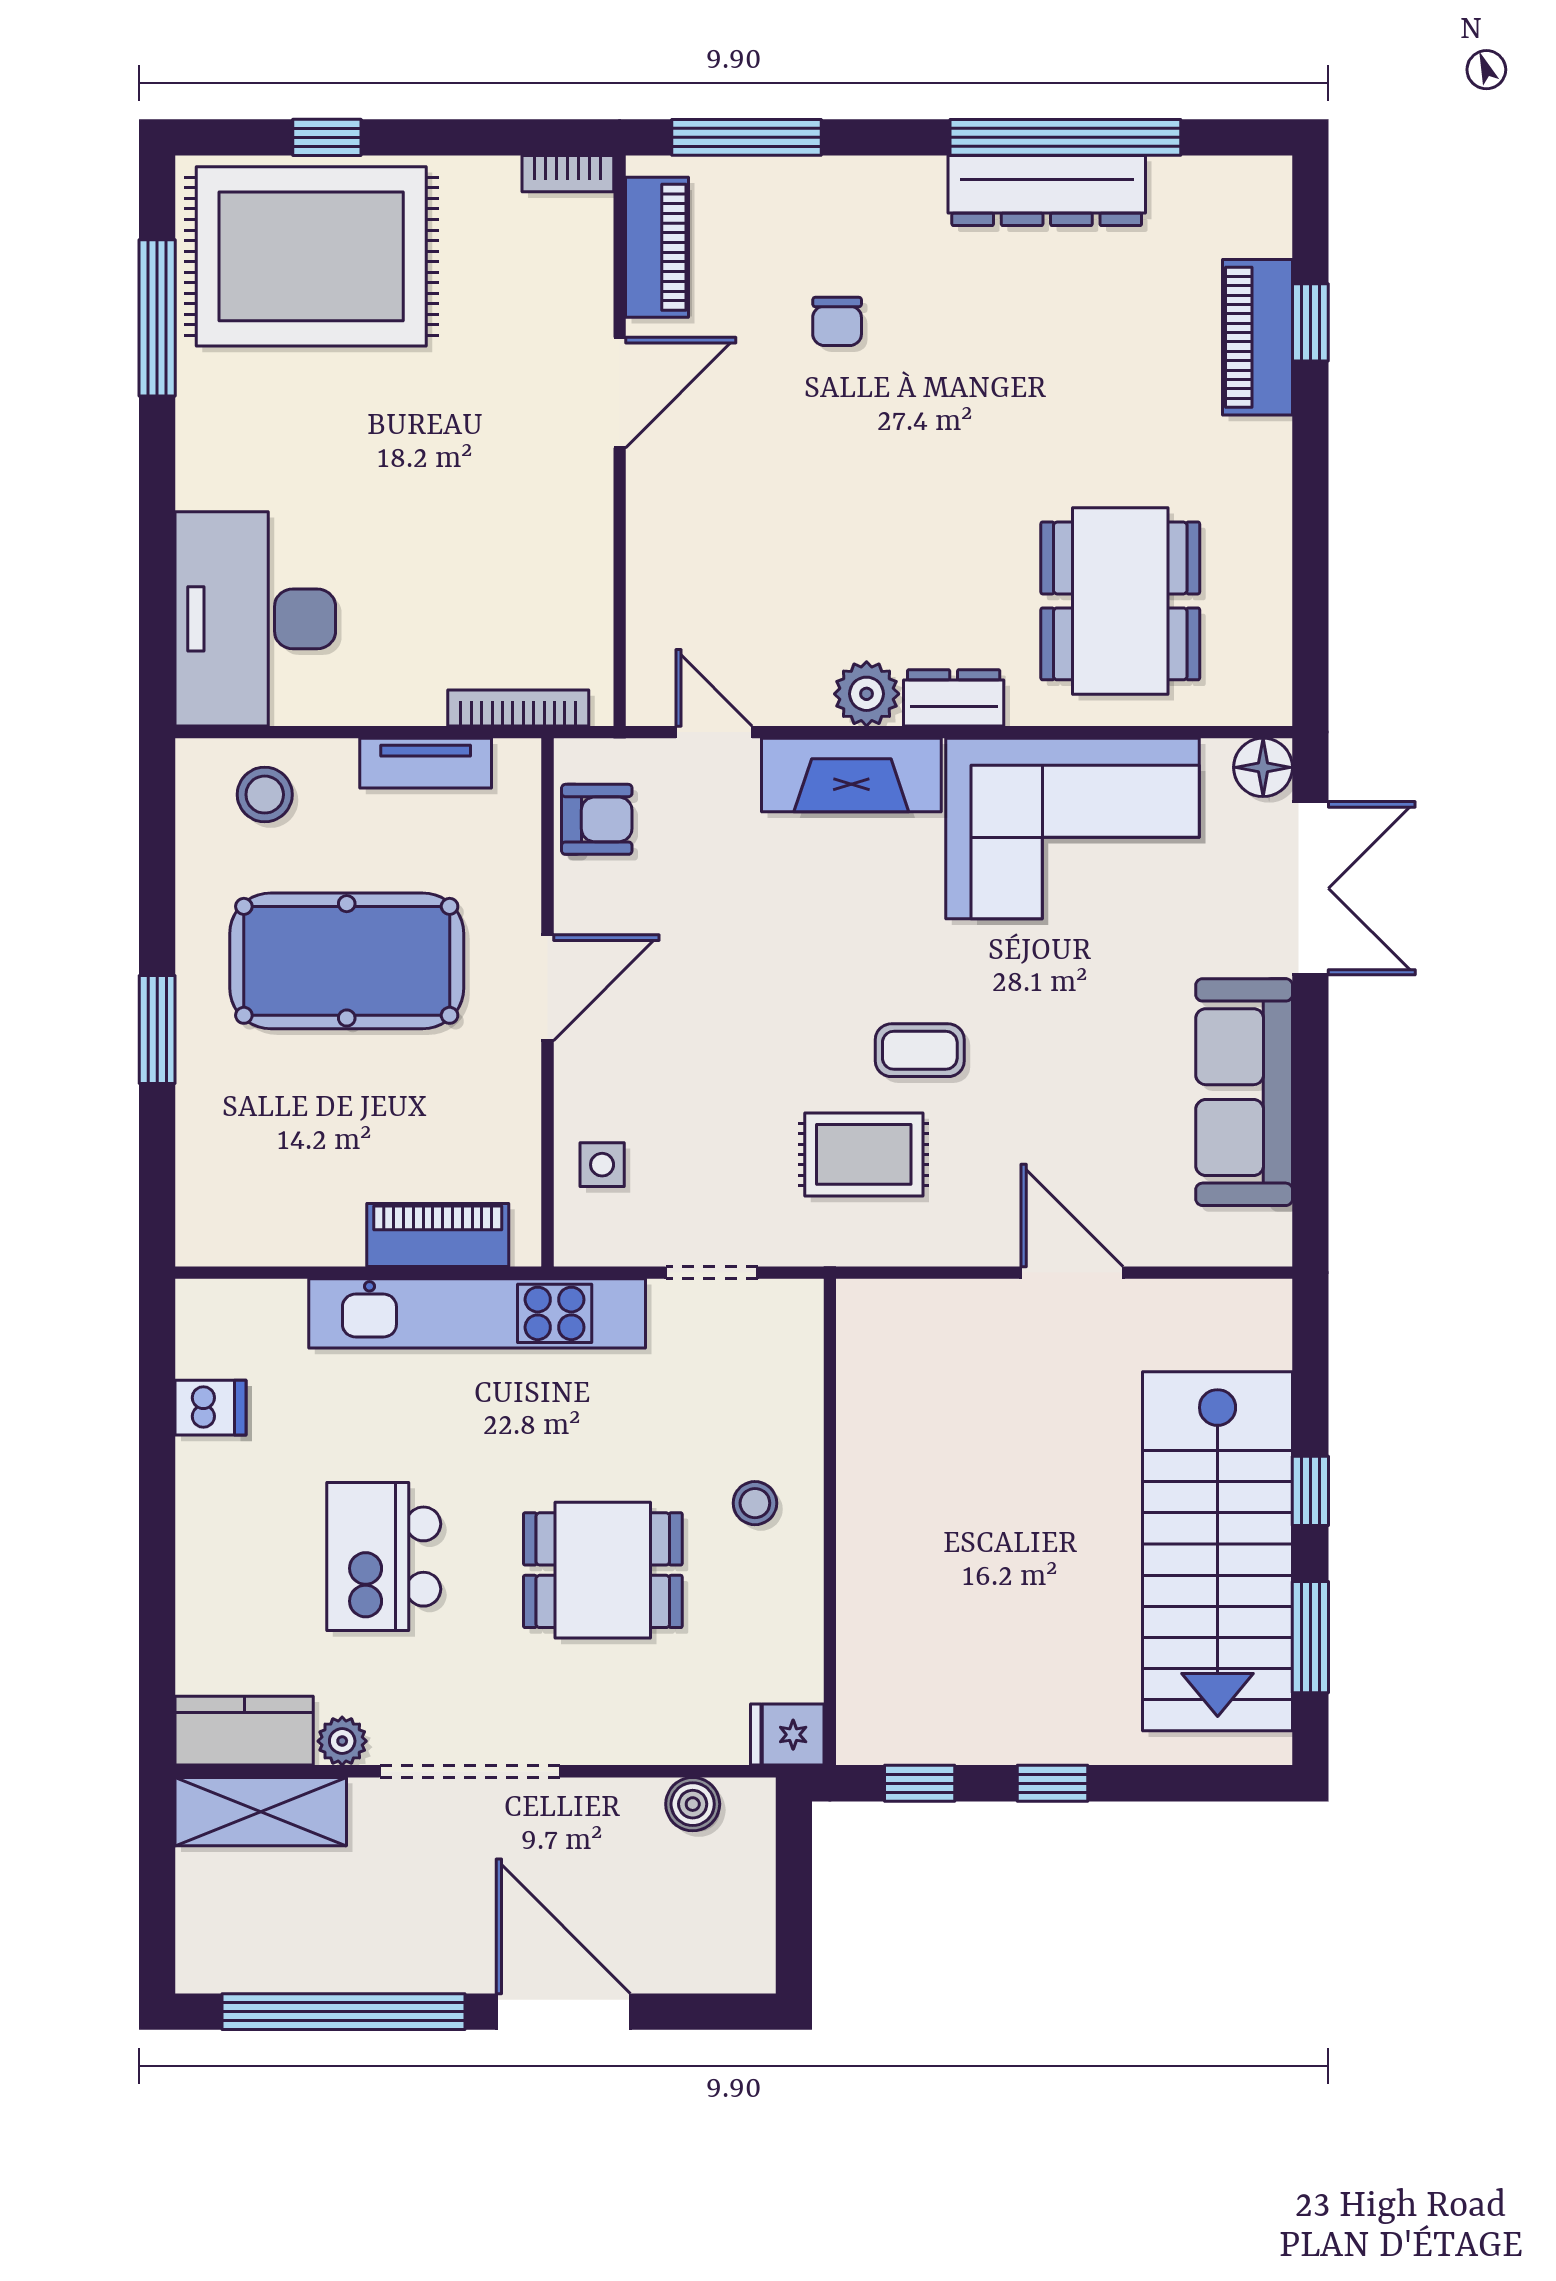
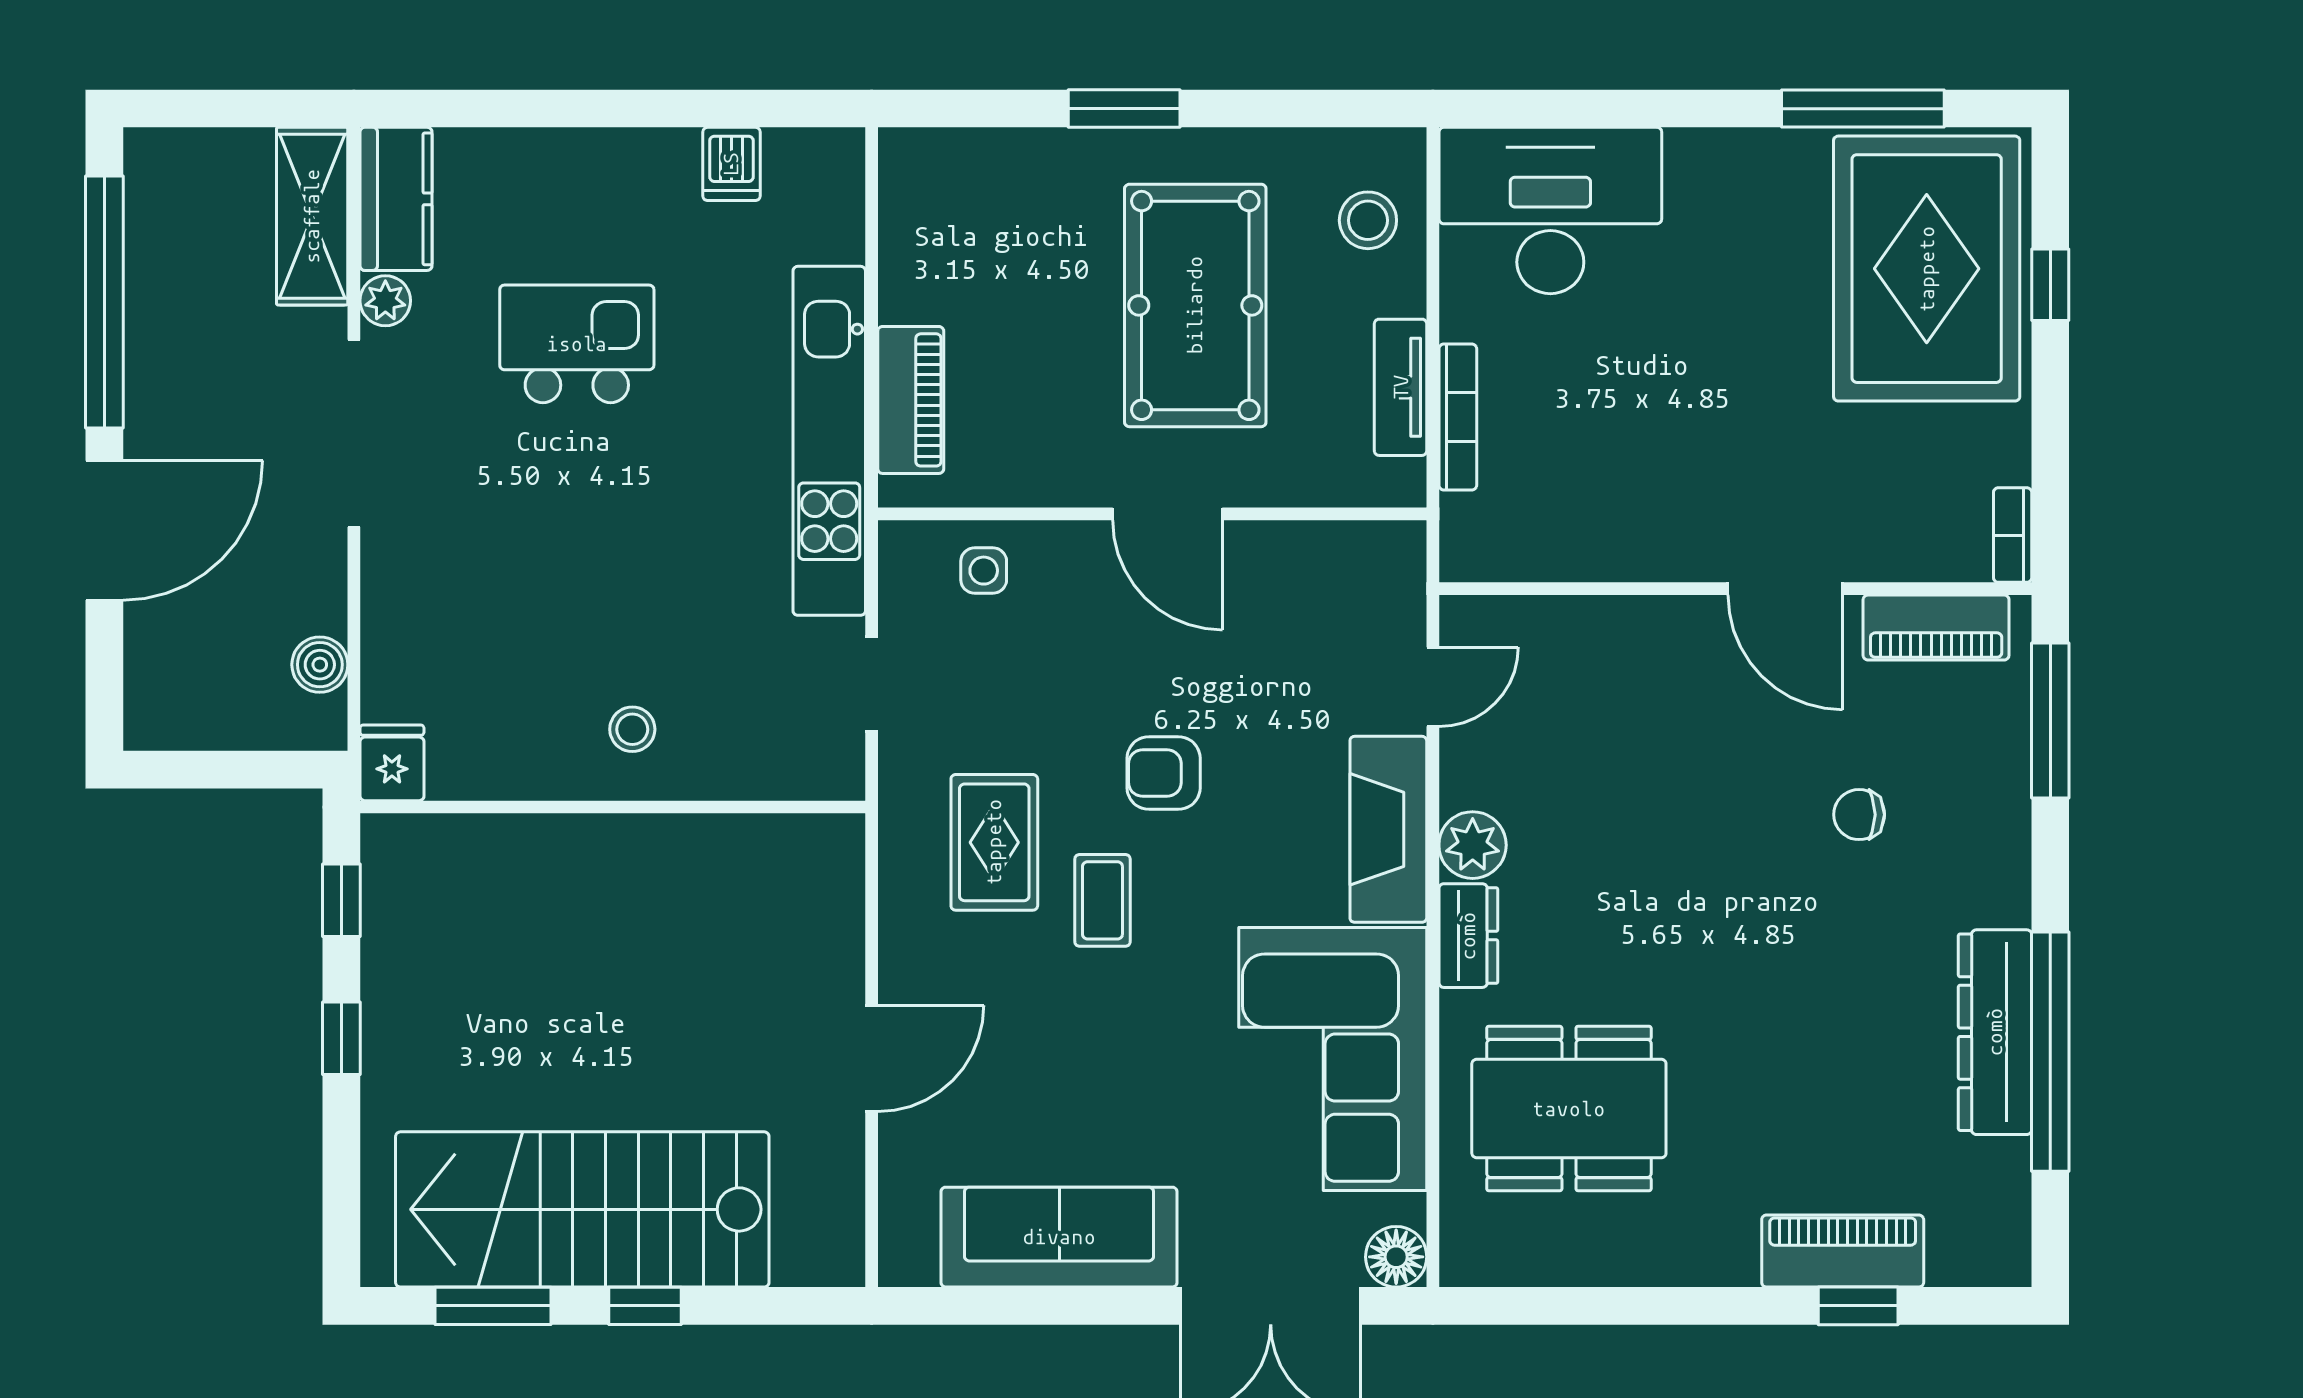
bookcase: (518, 708) -> (1458, 417), moved
armchair: (597, 819) -> (1164, 773), moved, turned 90
dining table: (603, 1570) -> (563, 571), removed

